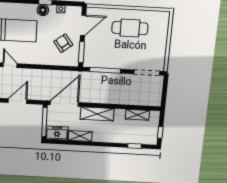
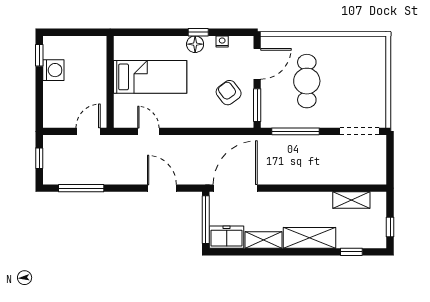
cafe table: (130, 28) -> (307, 81), moved, turned 90
door: (18, 101) -> (162, 188), hinge flipped
shelving: (97, 114) -> (309, 238), moved

